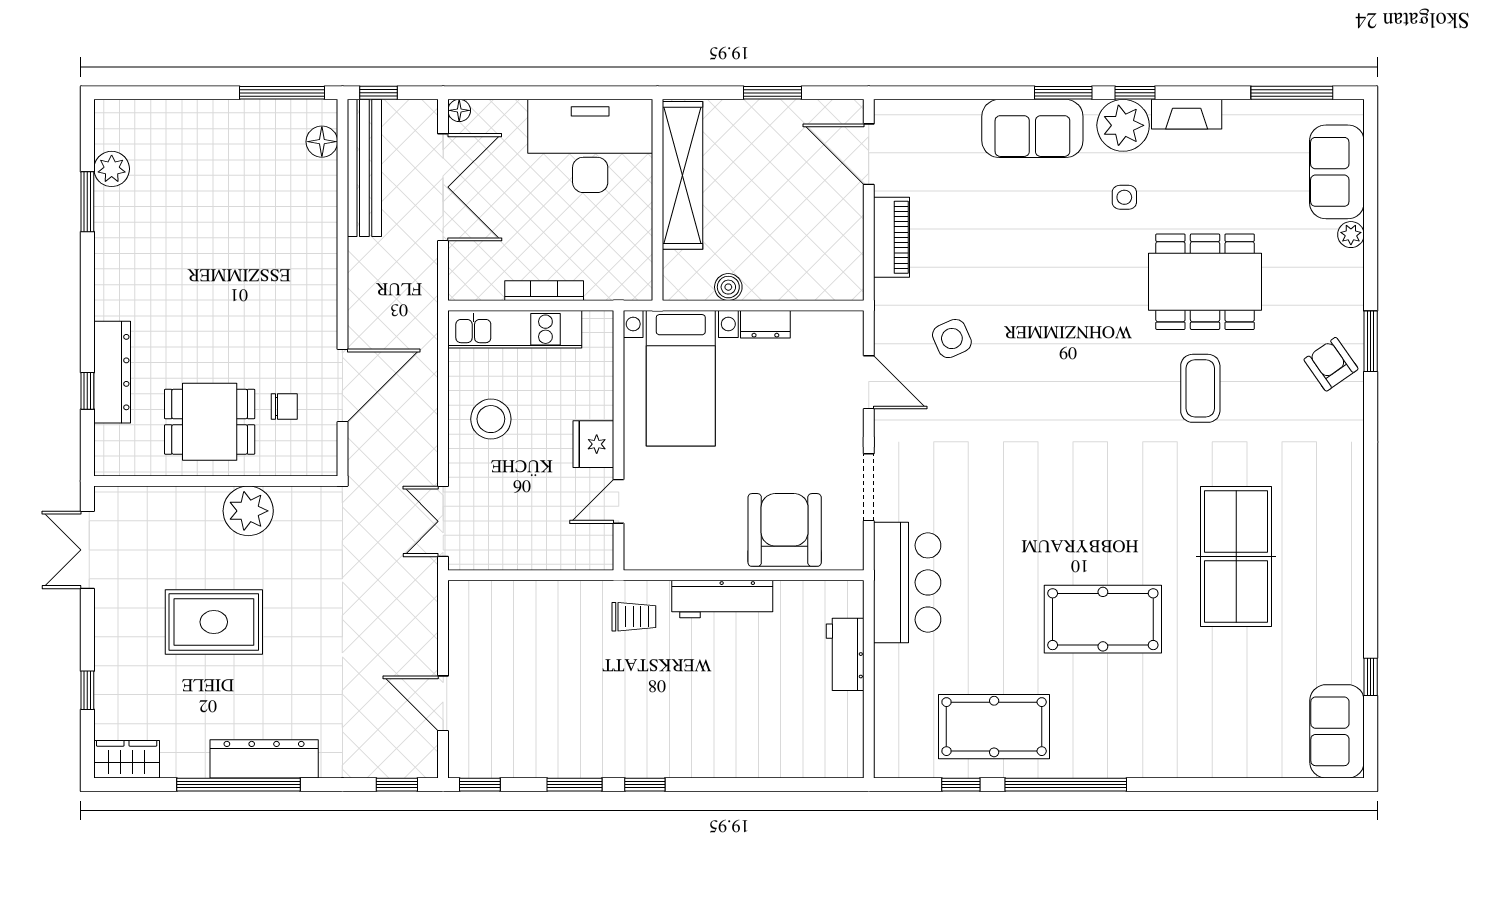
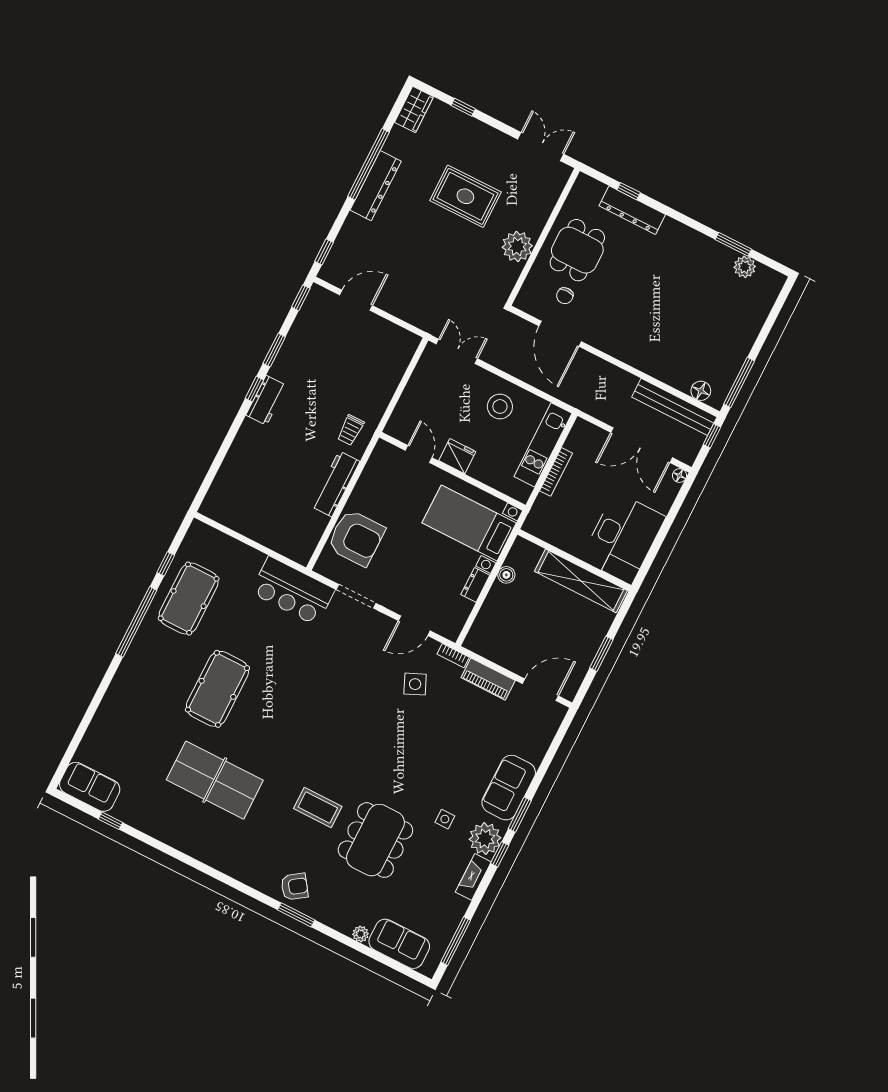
bookcase: (883, 305) -> (453, 656), added
rug: (214, 622) -> (465, 196), turned 90
workbench: (845, 654) -> (266, 400), moved, turned 90

